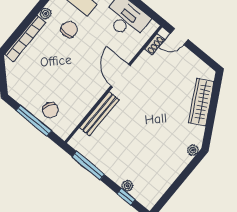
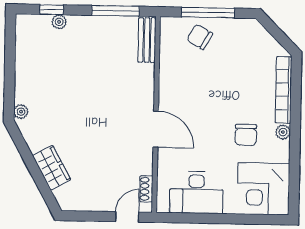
wardrobe: (201, 102) -> (52, 168), width x0.67
bench: (99, 114) -> (147, 40), moved, width x0.73

